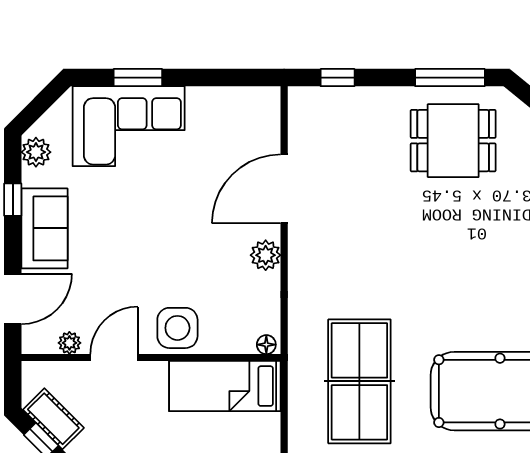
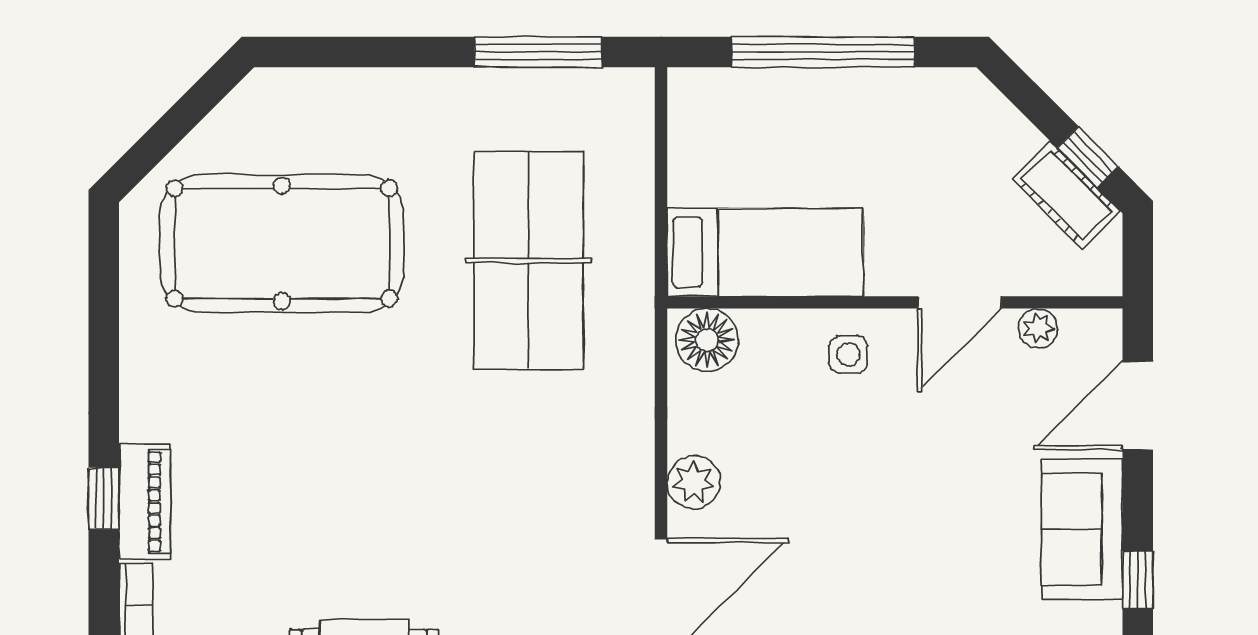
side table: (177, 328) -> (848, 354), width x0.54, depth x0.54
floor lamp: (266, 345) -> (707, 340), width x1.89, depth x1.89

